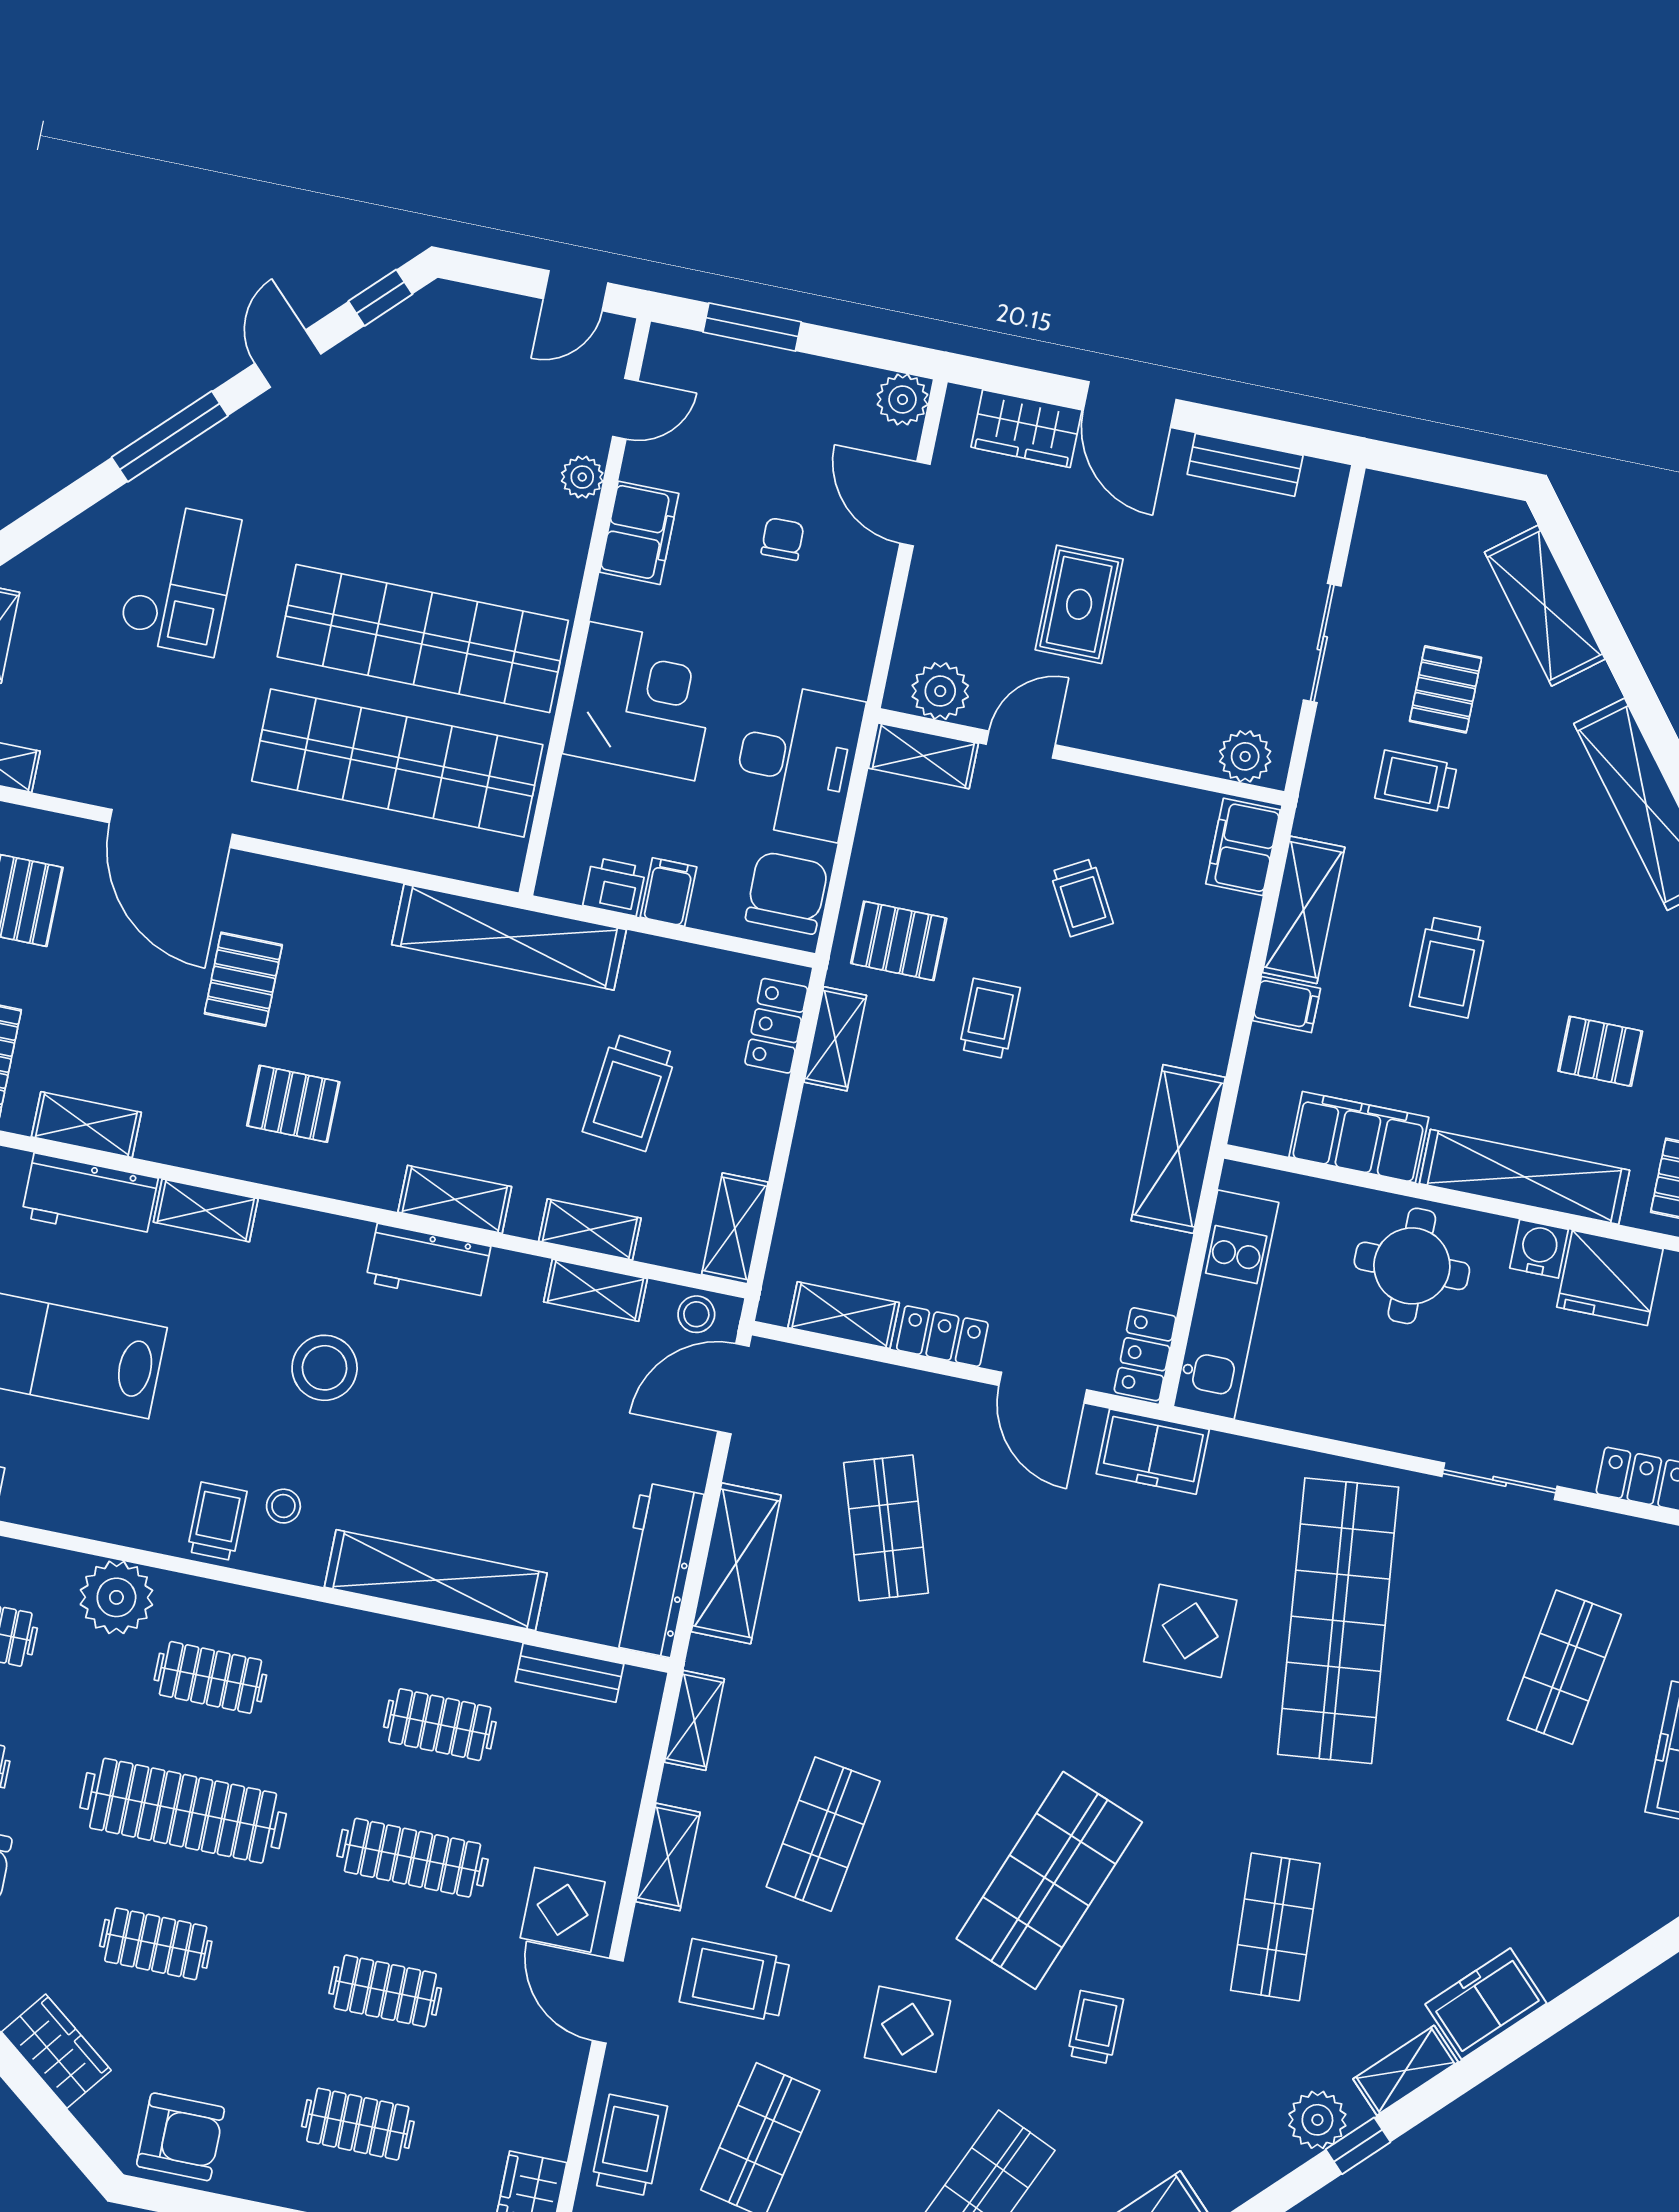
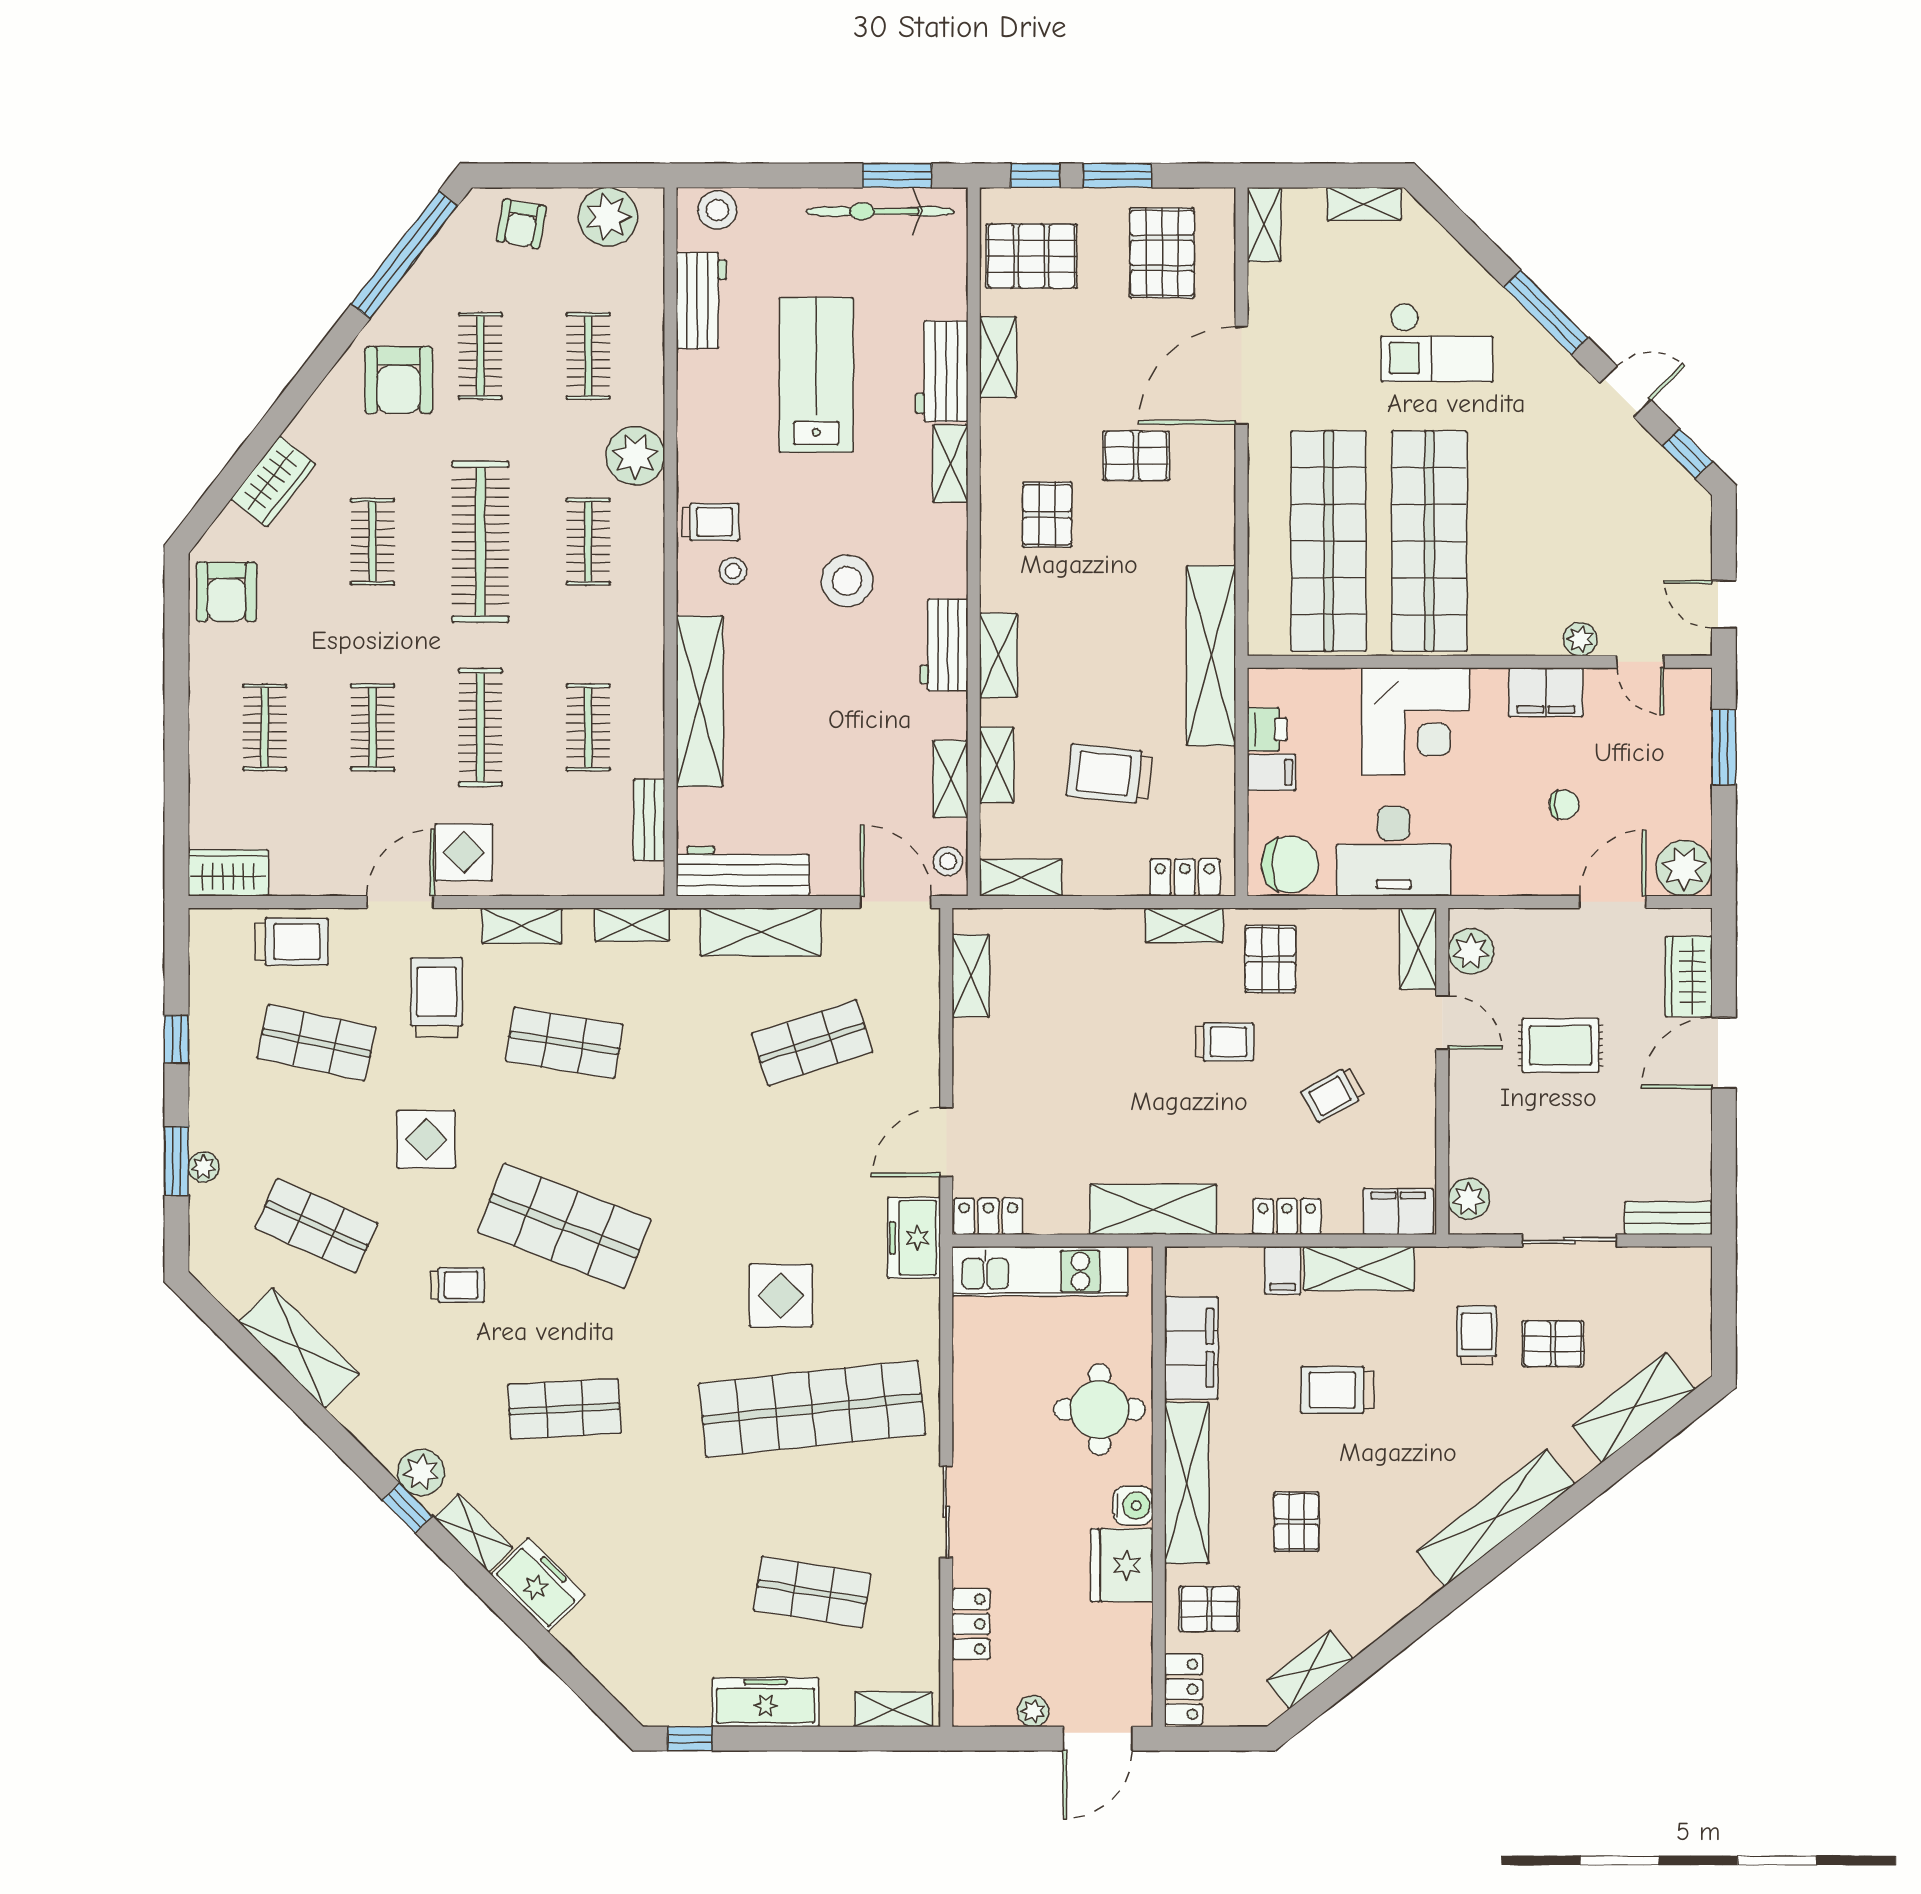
plant: (902, 399) -> (1684, 868), width x1.36, depth x1.36
bench: (1245, 465) -> (1668, 1218), moved, turned 90
locker: (942, 1336) -> (1287, 1217), moved, turned -90

